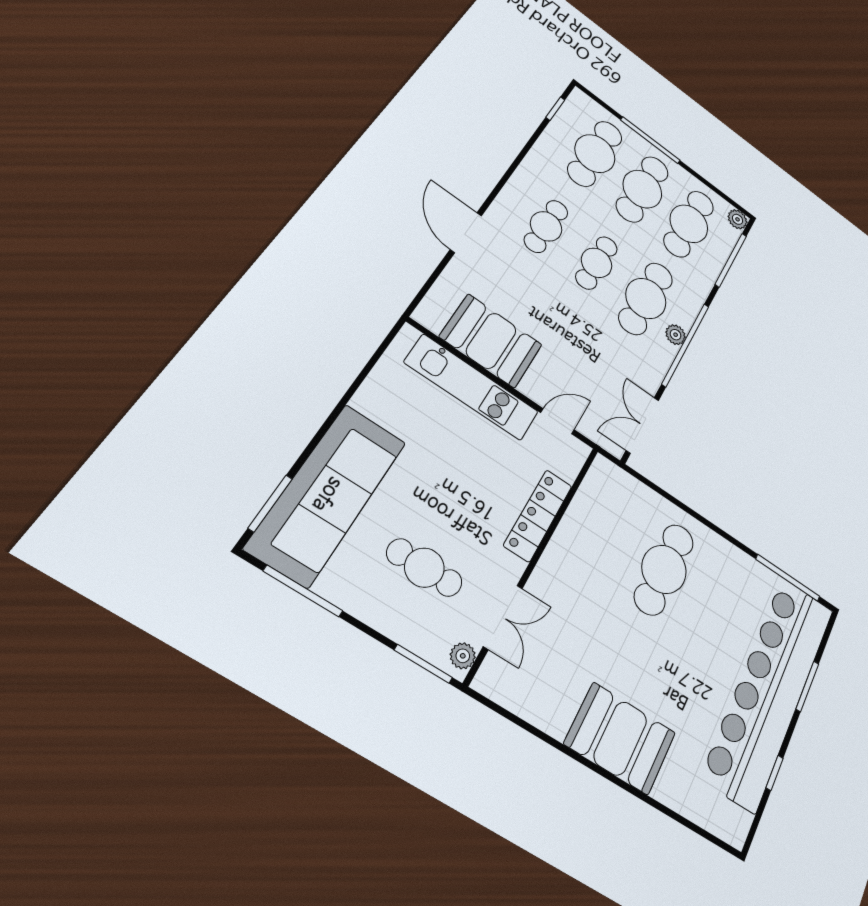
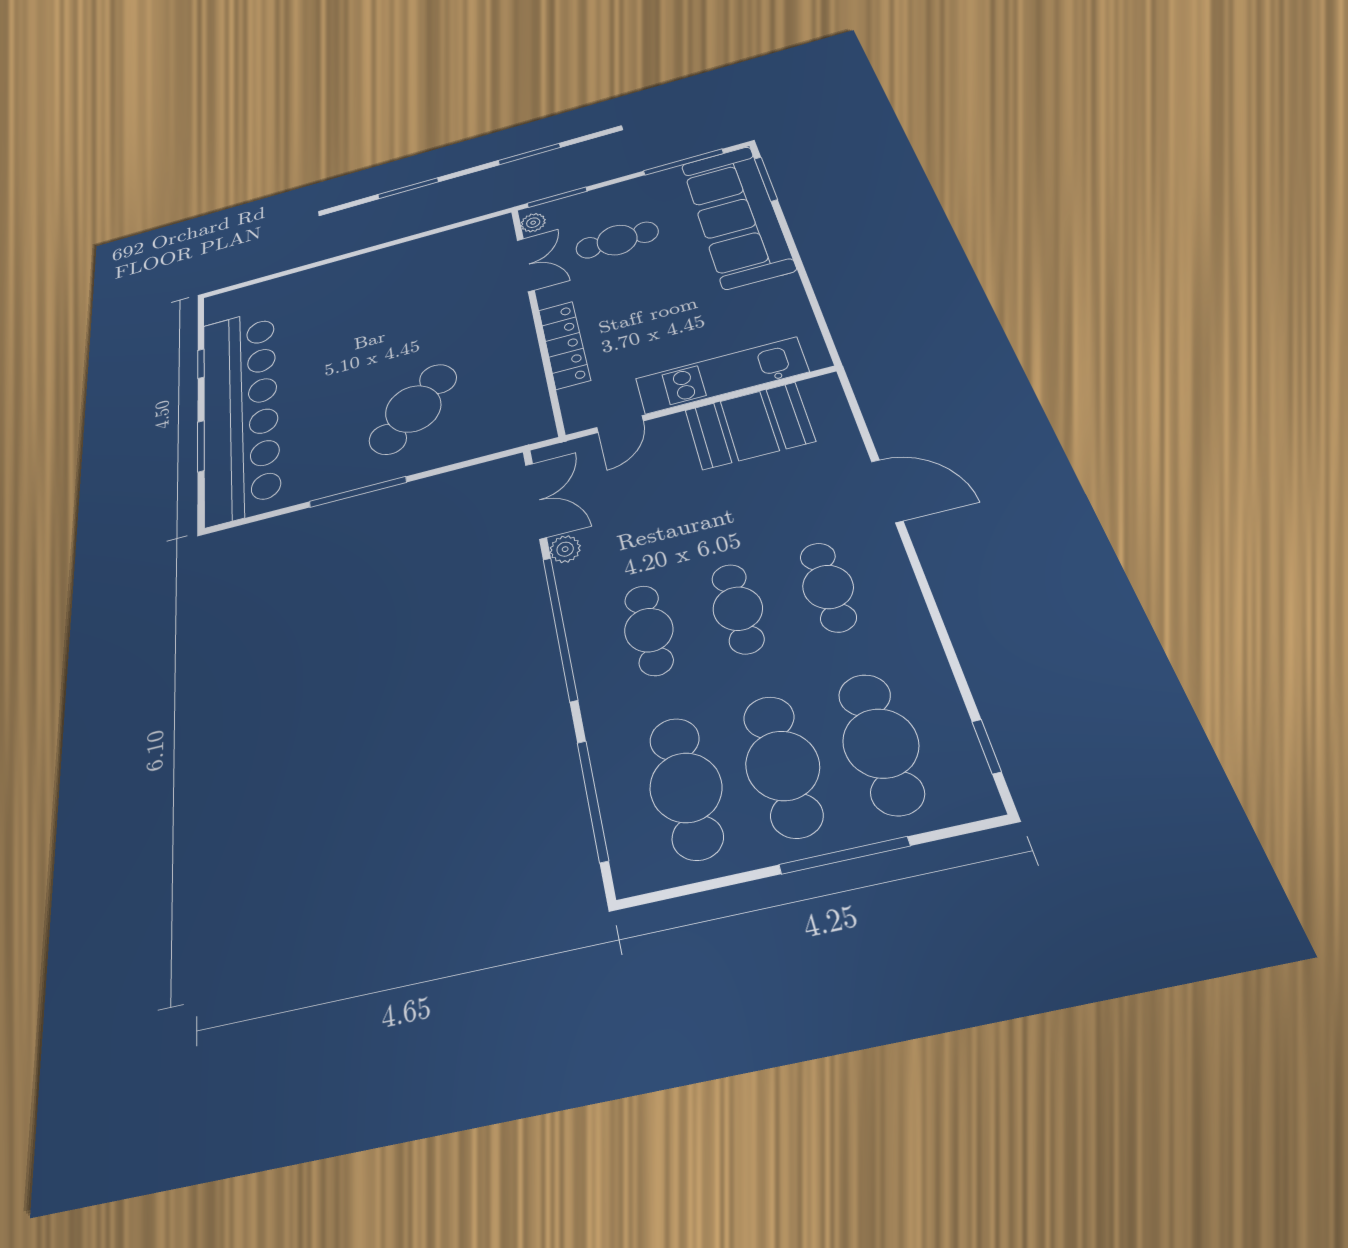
plant: (738, 219) -> (632, 876), removed
cafe table: (646, 298) -> (649, 630), width x0.73, depth x0.74
plant: (676, 335) -> (565, 549), moved
cafe table: (664, 569) -> (413, 409), turned 45
window: (788, 578) -> (358, 492), moved
double door: (503, 617) -> (526, 265), swing flipped
booth: (620, 738) -> (362, 279), removed

